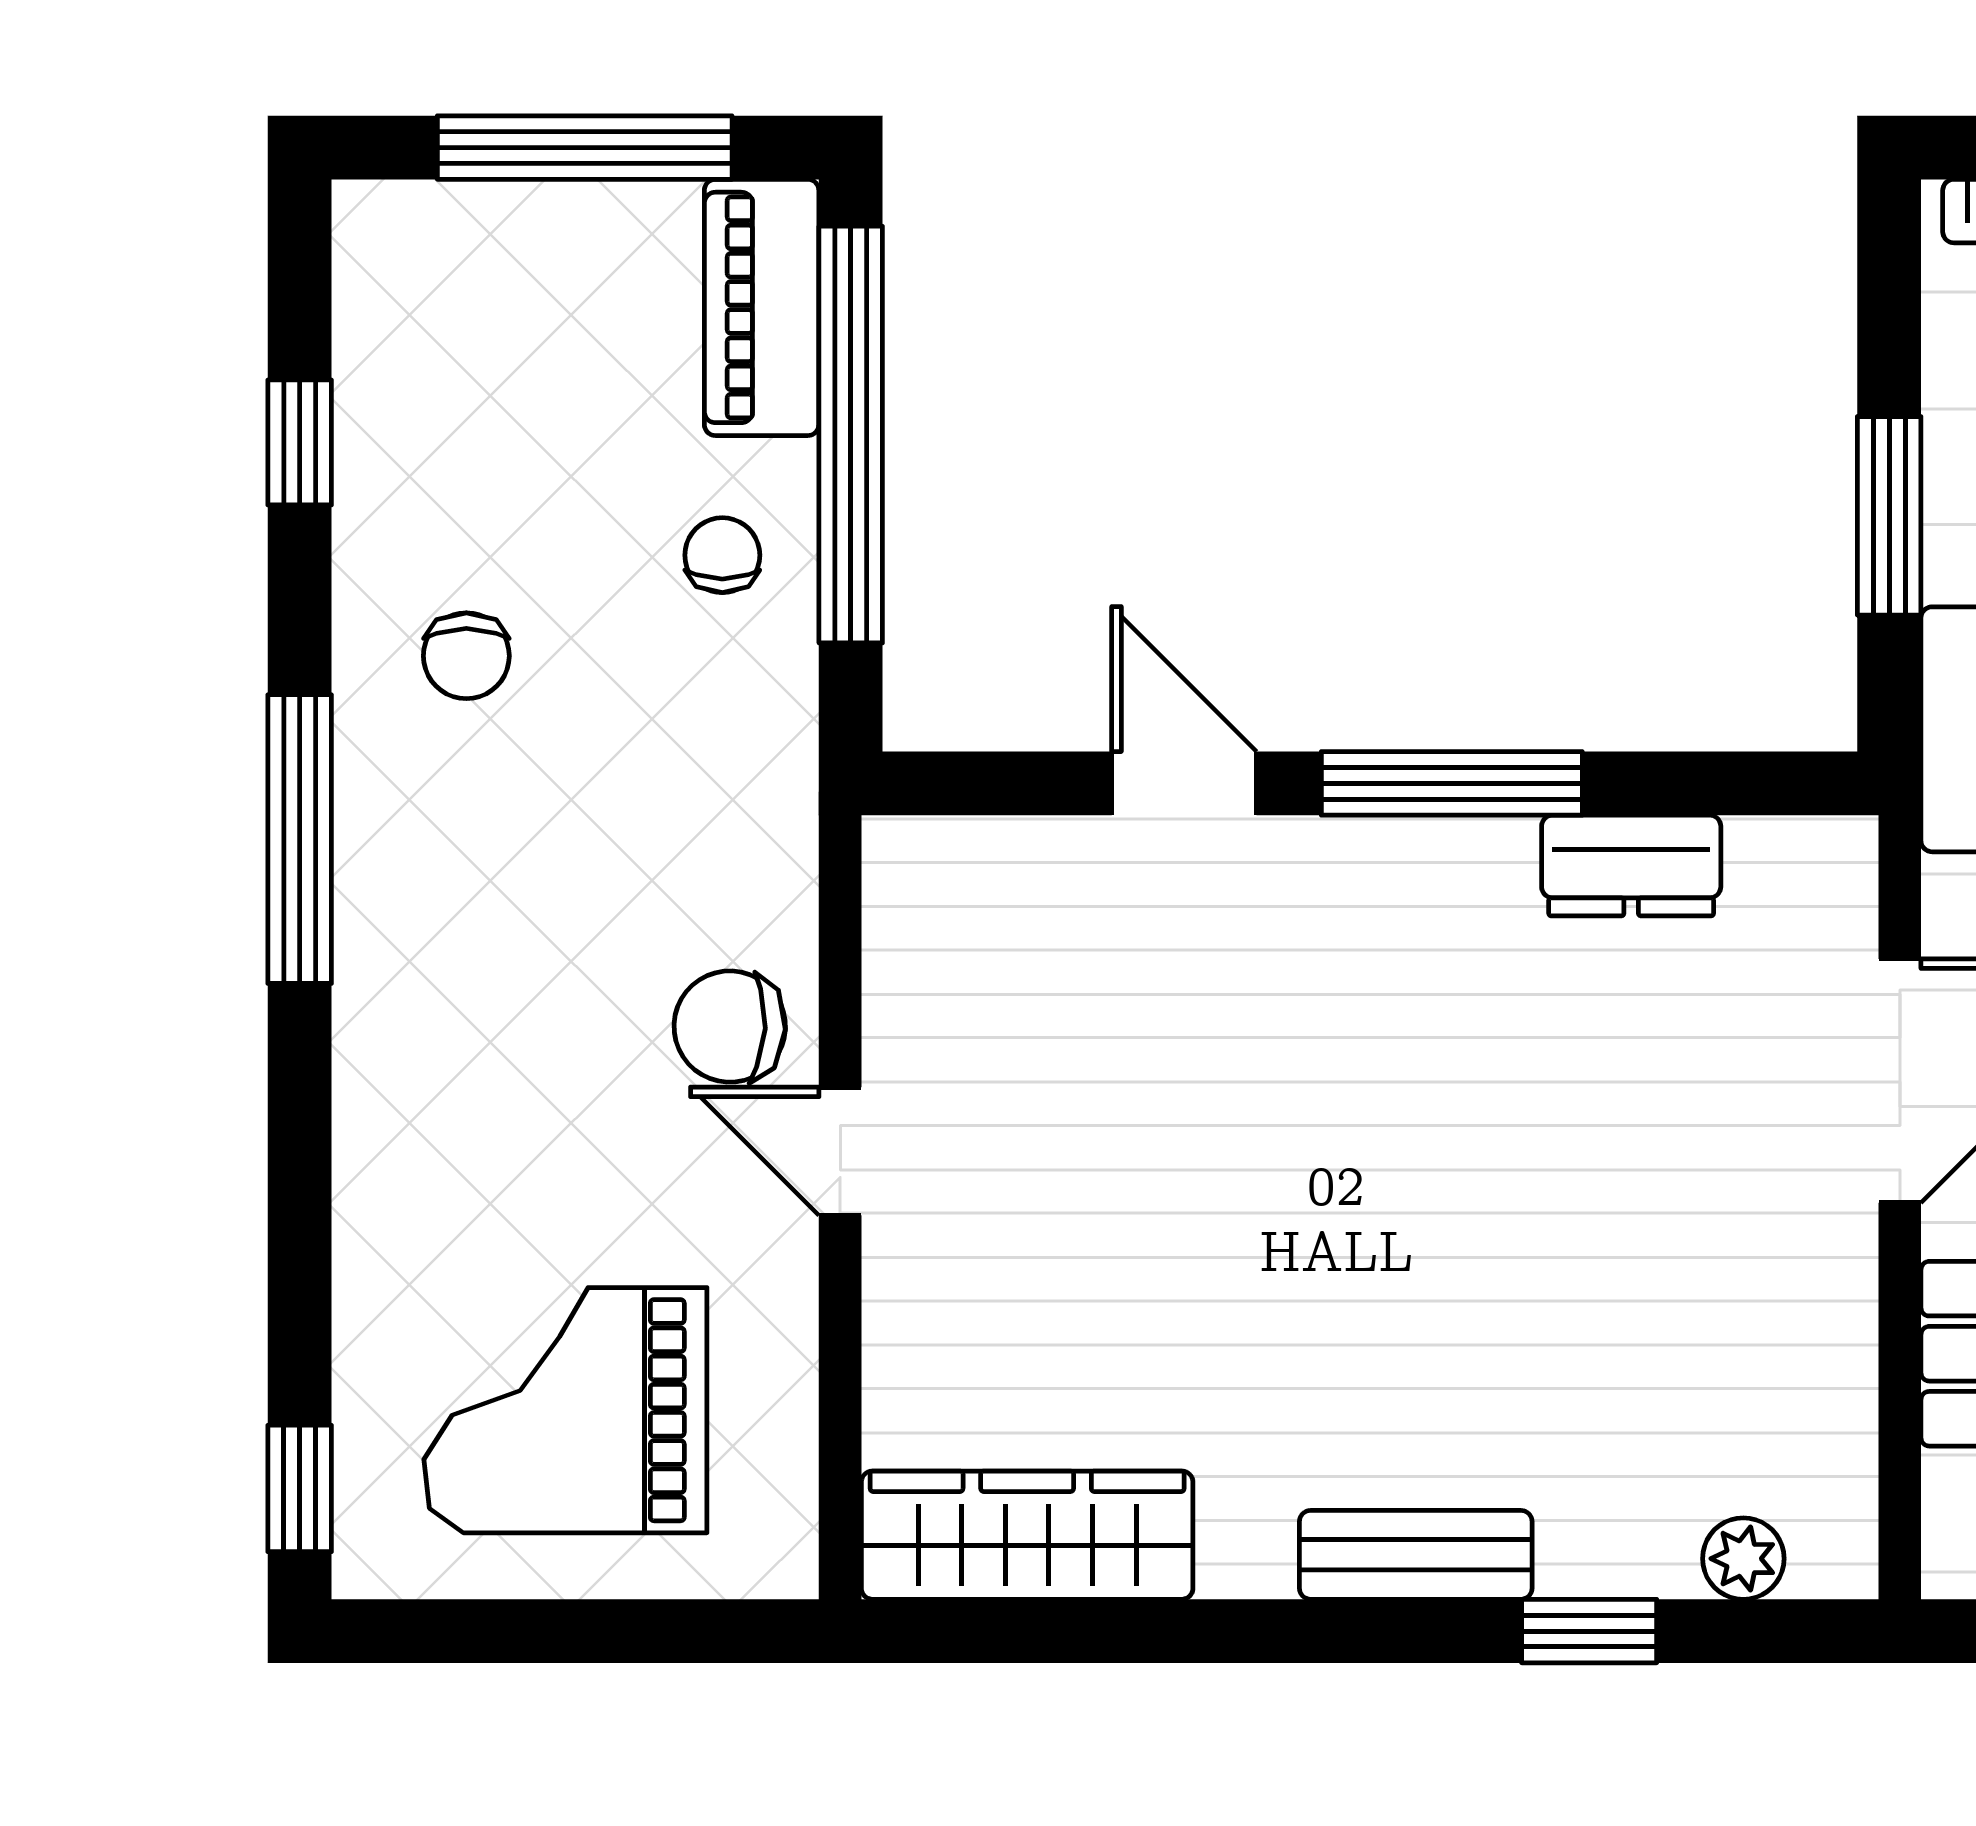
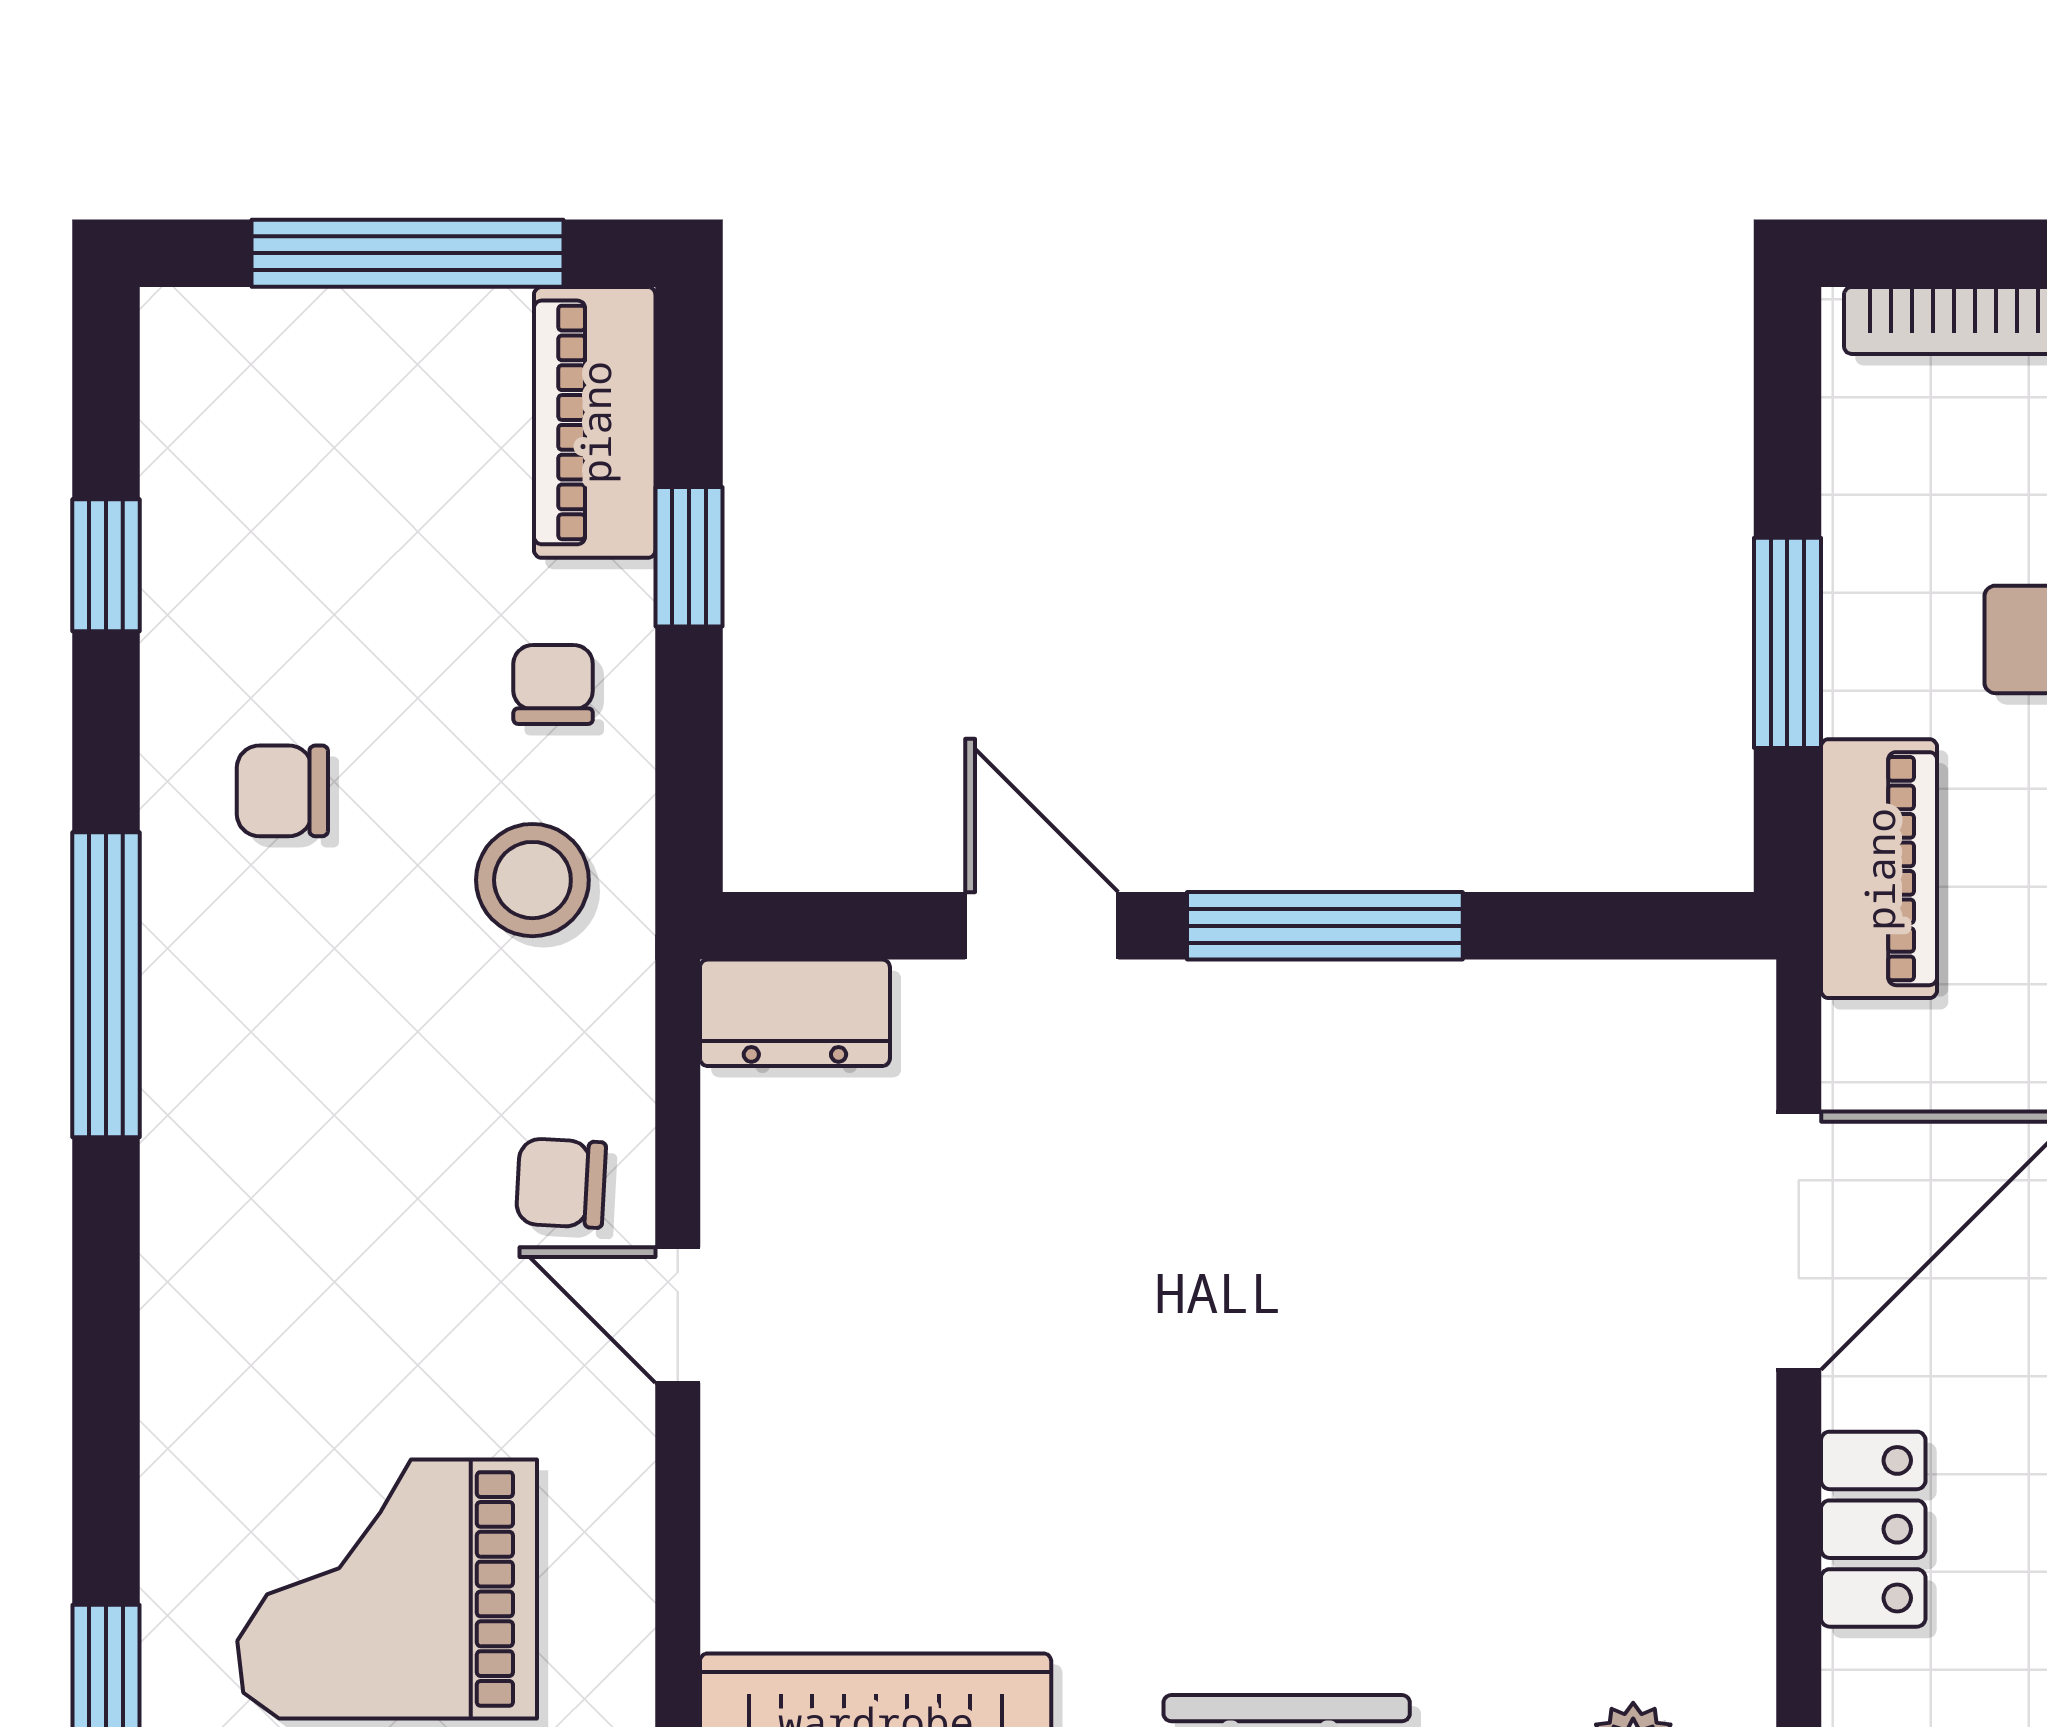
window: (851, 435) -> (689, 557), width x0.32
chair: (466, 656) -> (282, 791), turned 90
stool: (703, 740) -> (532, 880), added
dresser: (1631, 866) -> (795, 1013), moved
chair: (730, 1027) -> (561, 1183), width x0.73, depth x0.73

